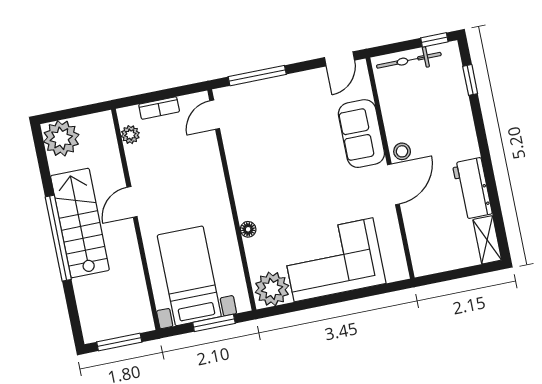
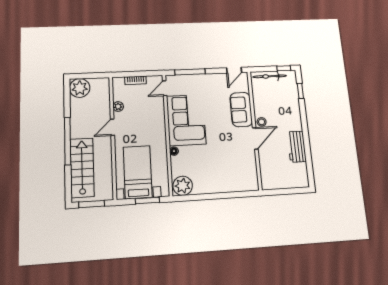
plant: (130, 135) -> (118, 107), moved
stairs: (80, 223) -> (82, 168), moved
shelving: (487, 240) -> (303, 175), removed
corner sofa: (333, 260) -> (186, 120), moved, turned 90

